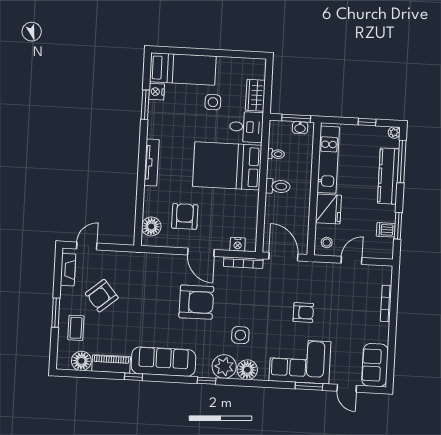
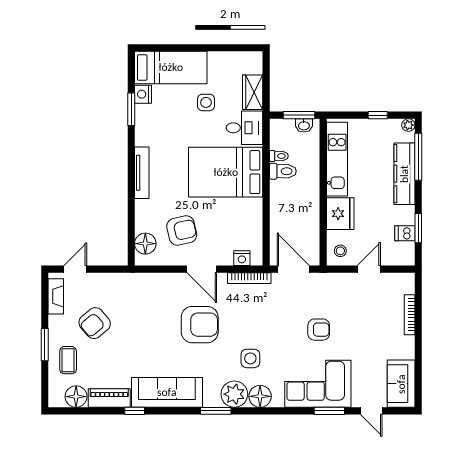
toilet: (278, 186) -> (283, 171), moved
armchair: (185, 216) -> (182, 231), turned 77
window: (207, 381) -> (216, 411), width x1.50

